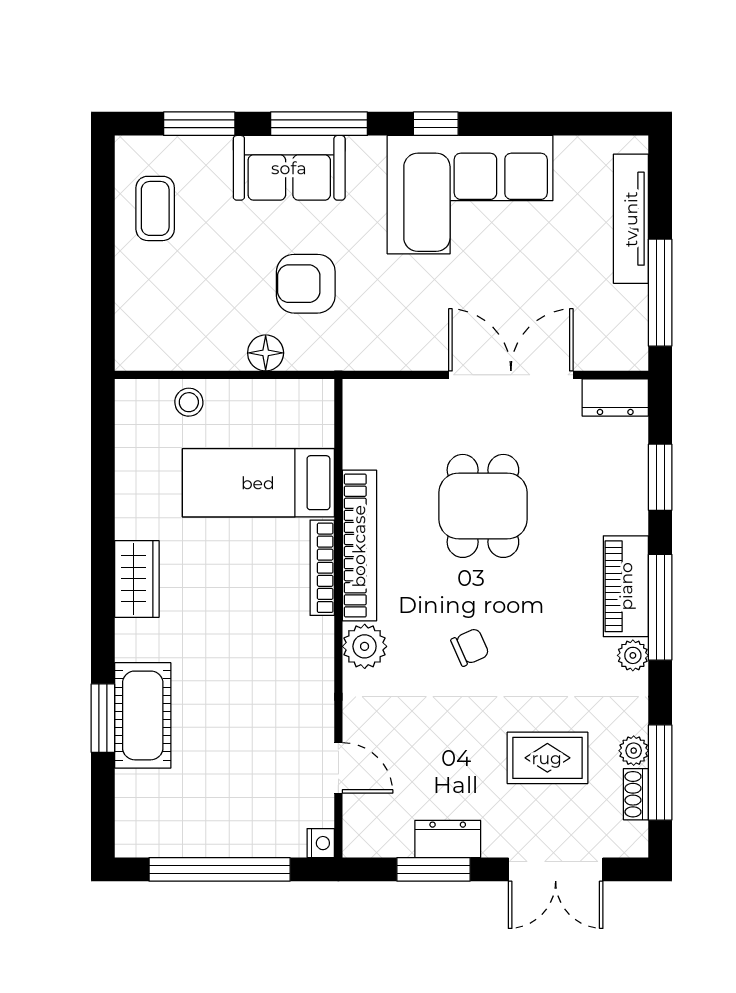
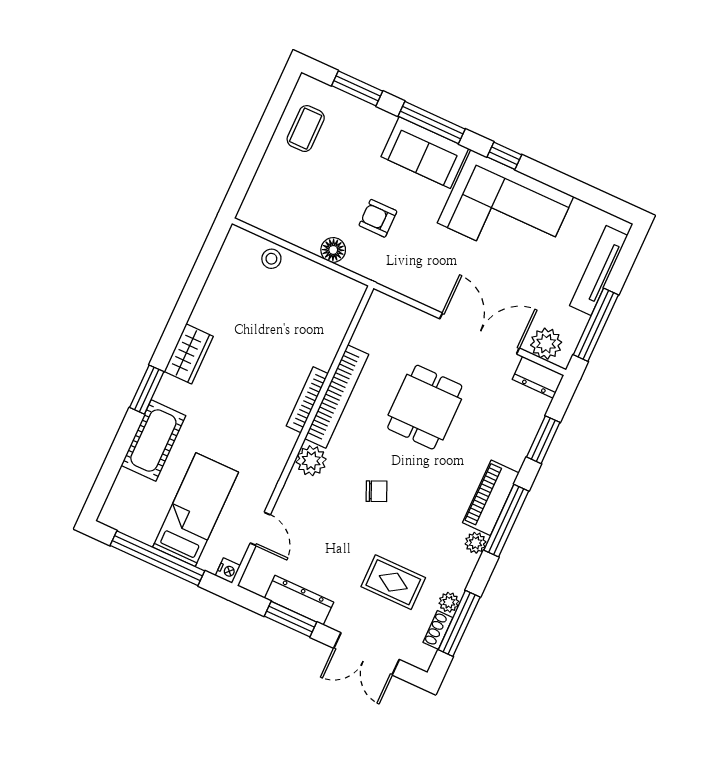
sofa: (289, 168) -> (425, 153), moved
armchair: (306, 284) -> (378, 218), width x0.72, depth x0.72
plant: (606, 348) -> (546, 344), added
bed: (258, 483) -> (196, 510), moved, turned 90
window: (103, 718) -> (147, 390), moved
dresser: (448, 839) -> (299, 600), width x1.44

